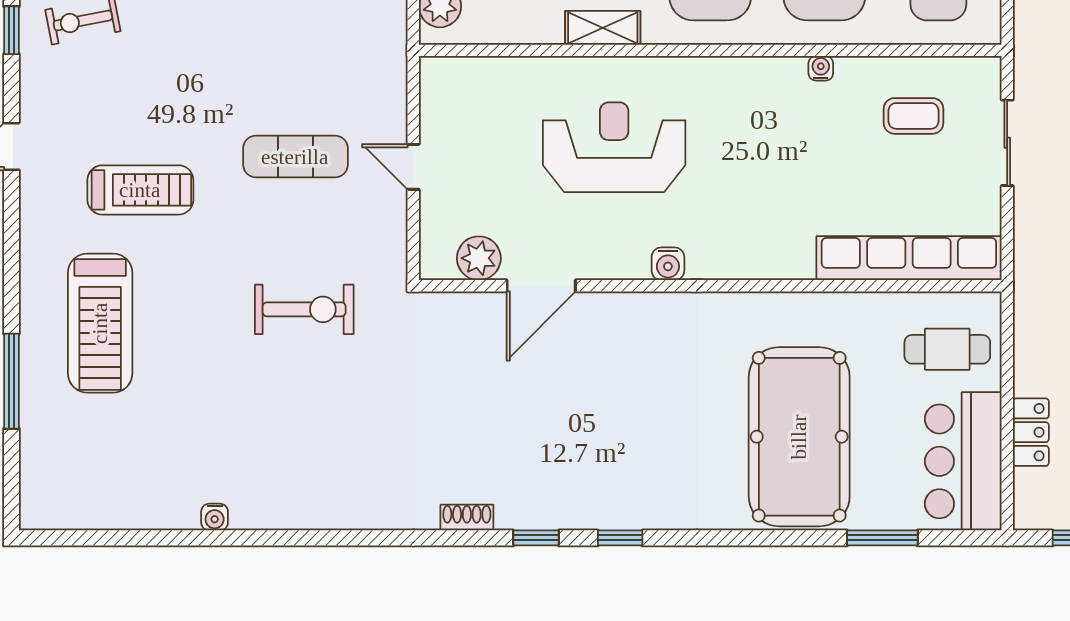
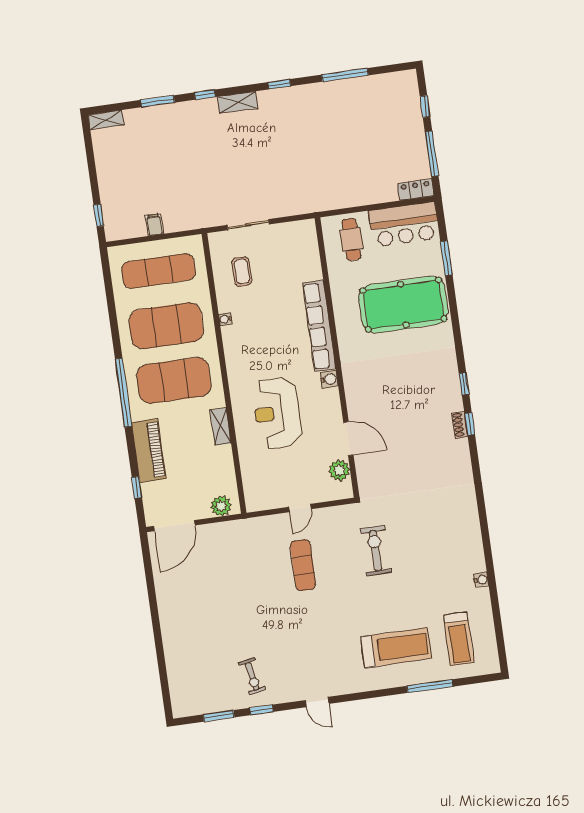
treadmill: (140, 190) -> (459, 639), moved, turned 180
row of seats: (909, 258) -> (319, 326), moved
locker: (1031, 432) -> (416, 190), moved
shoe rack: (467, 518) -> (460, 425), moved

